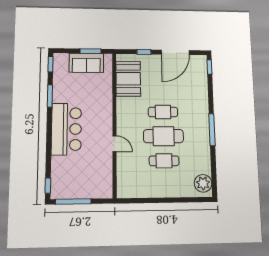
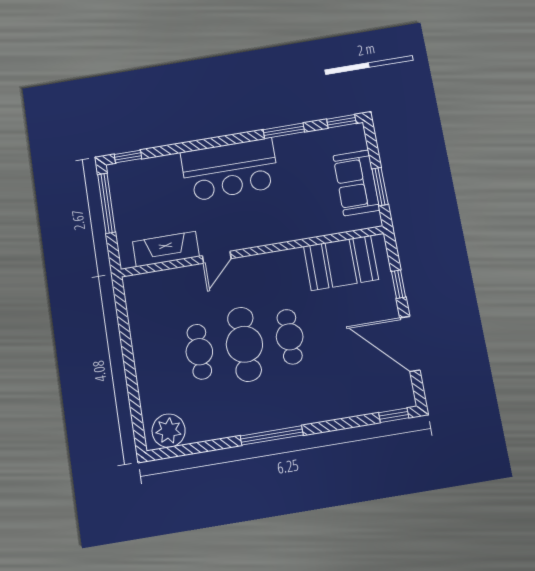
fireplace: (105, 171) -> (166, 249), added

